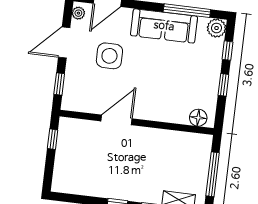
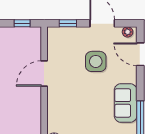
sofa: (164, 26) -> (126, 103), width x0.73
door: (117, 120) -> (44, 74), swing flipped

